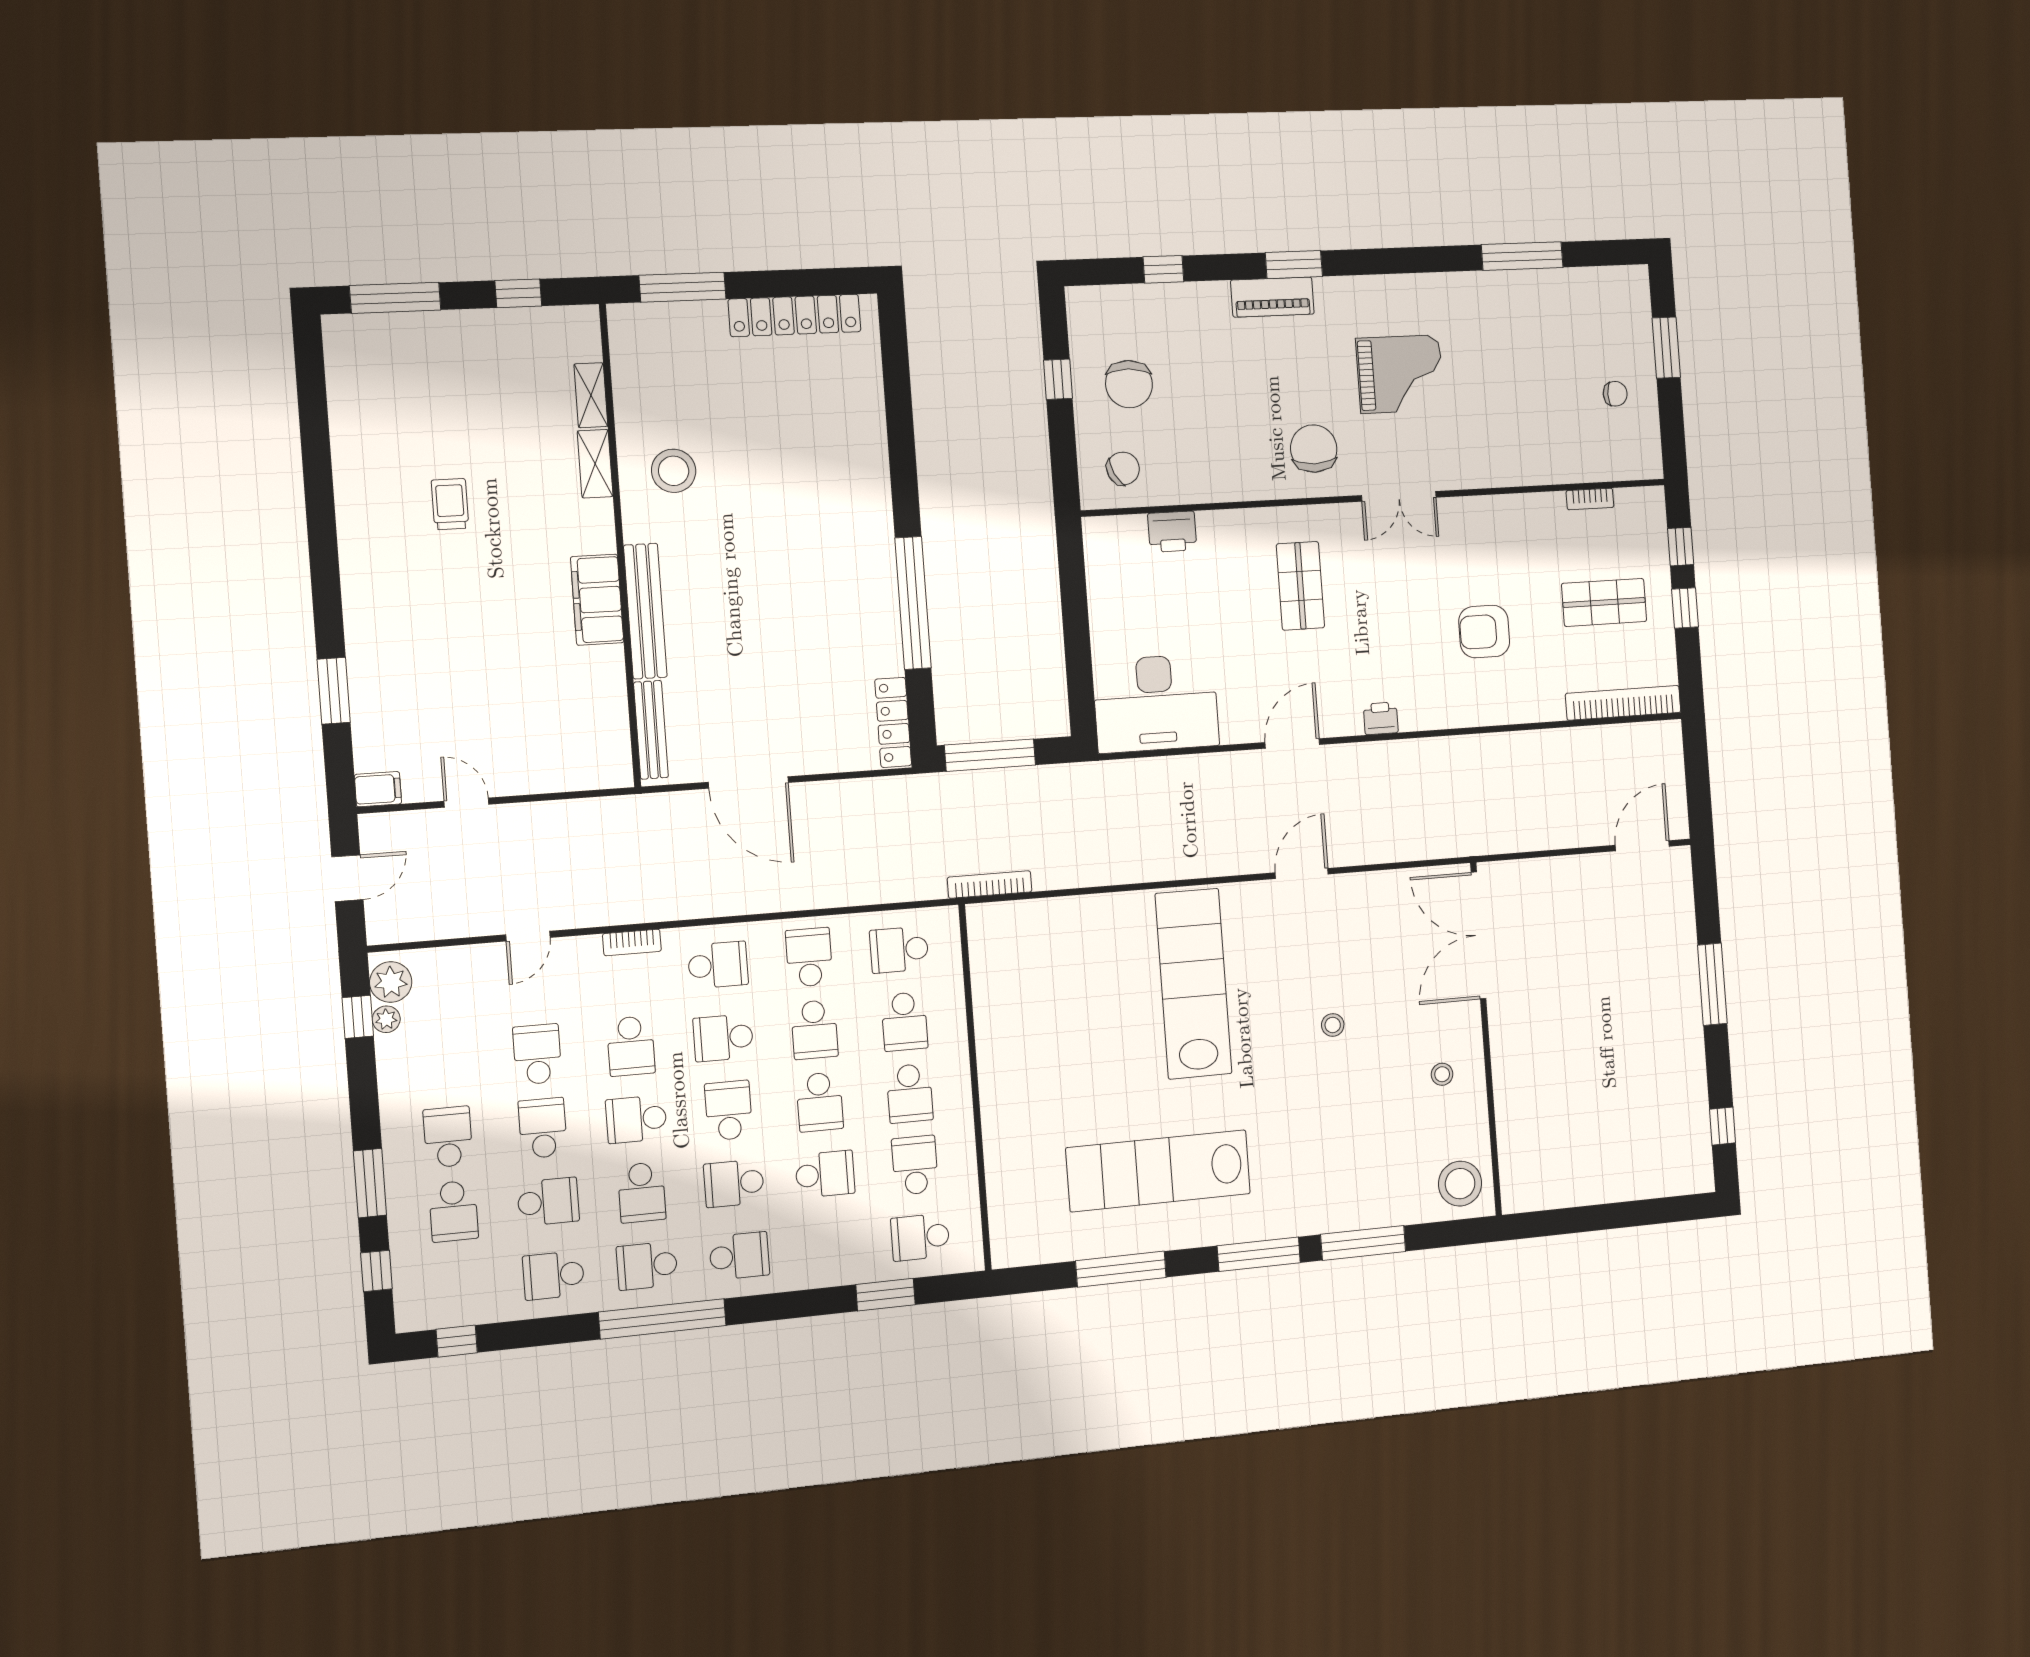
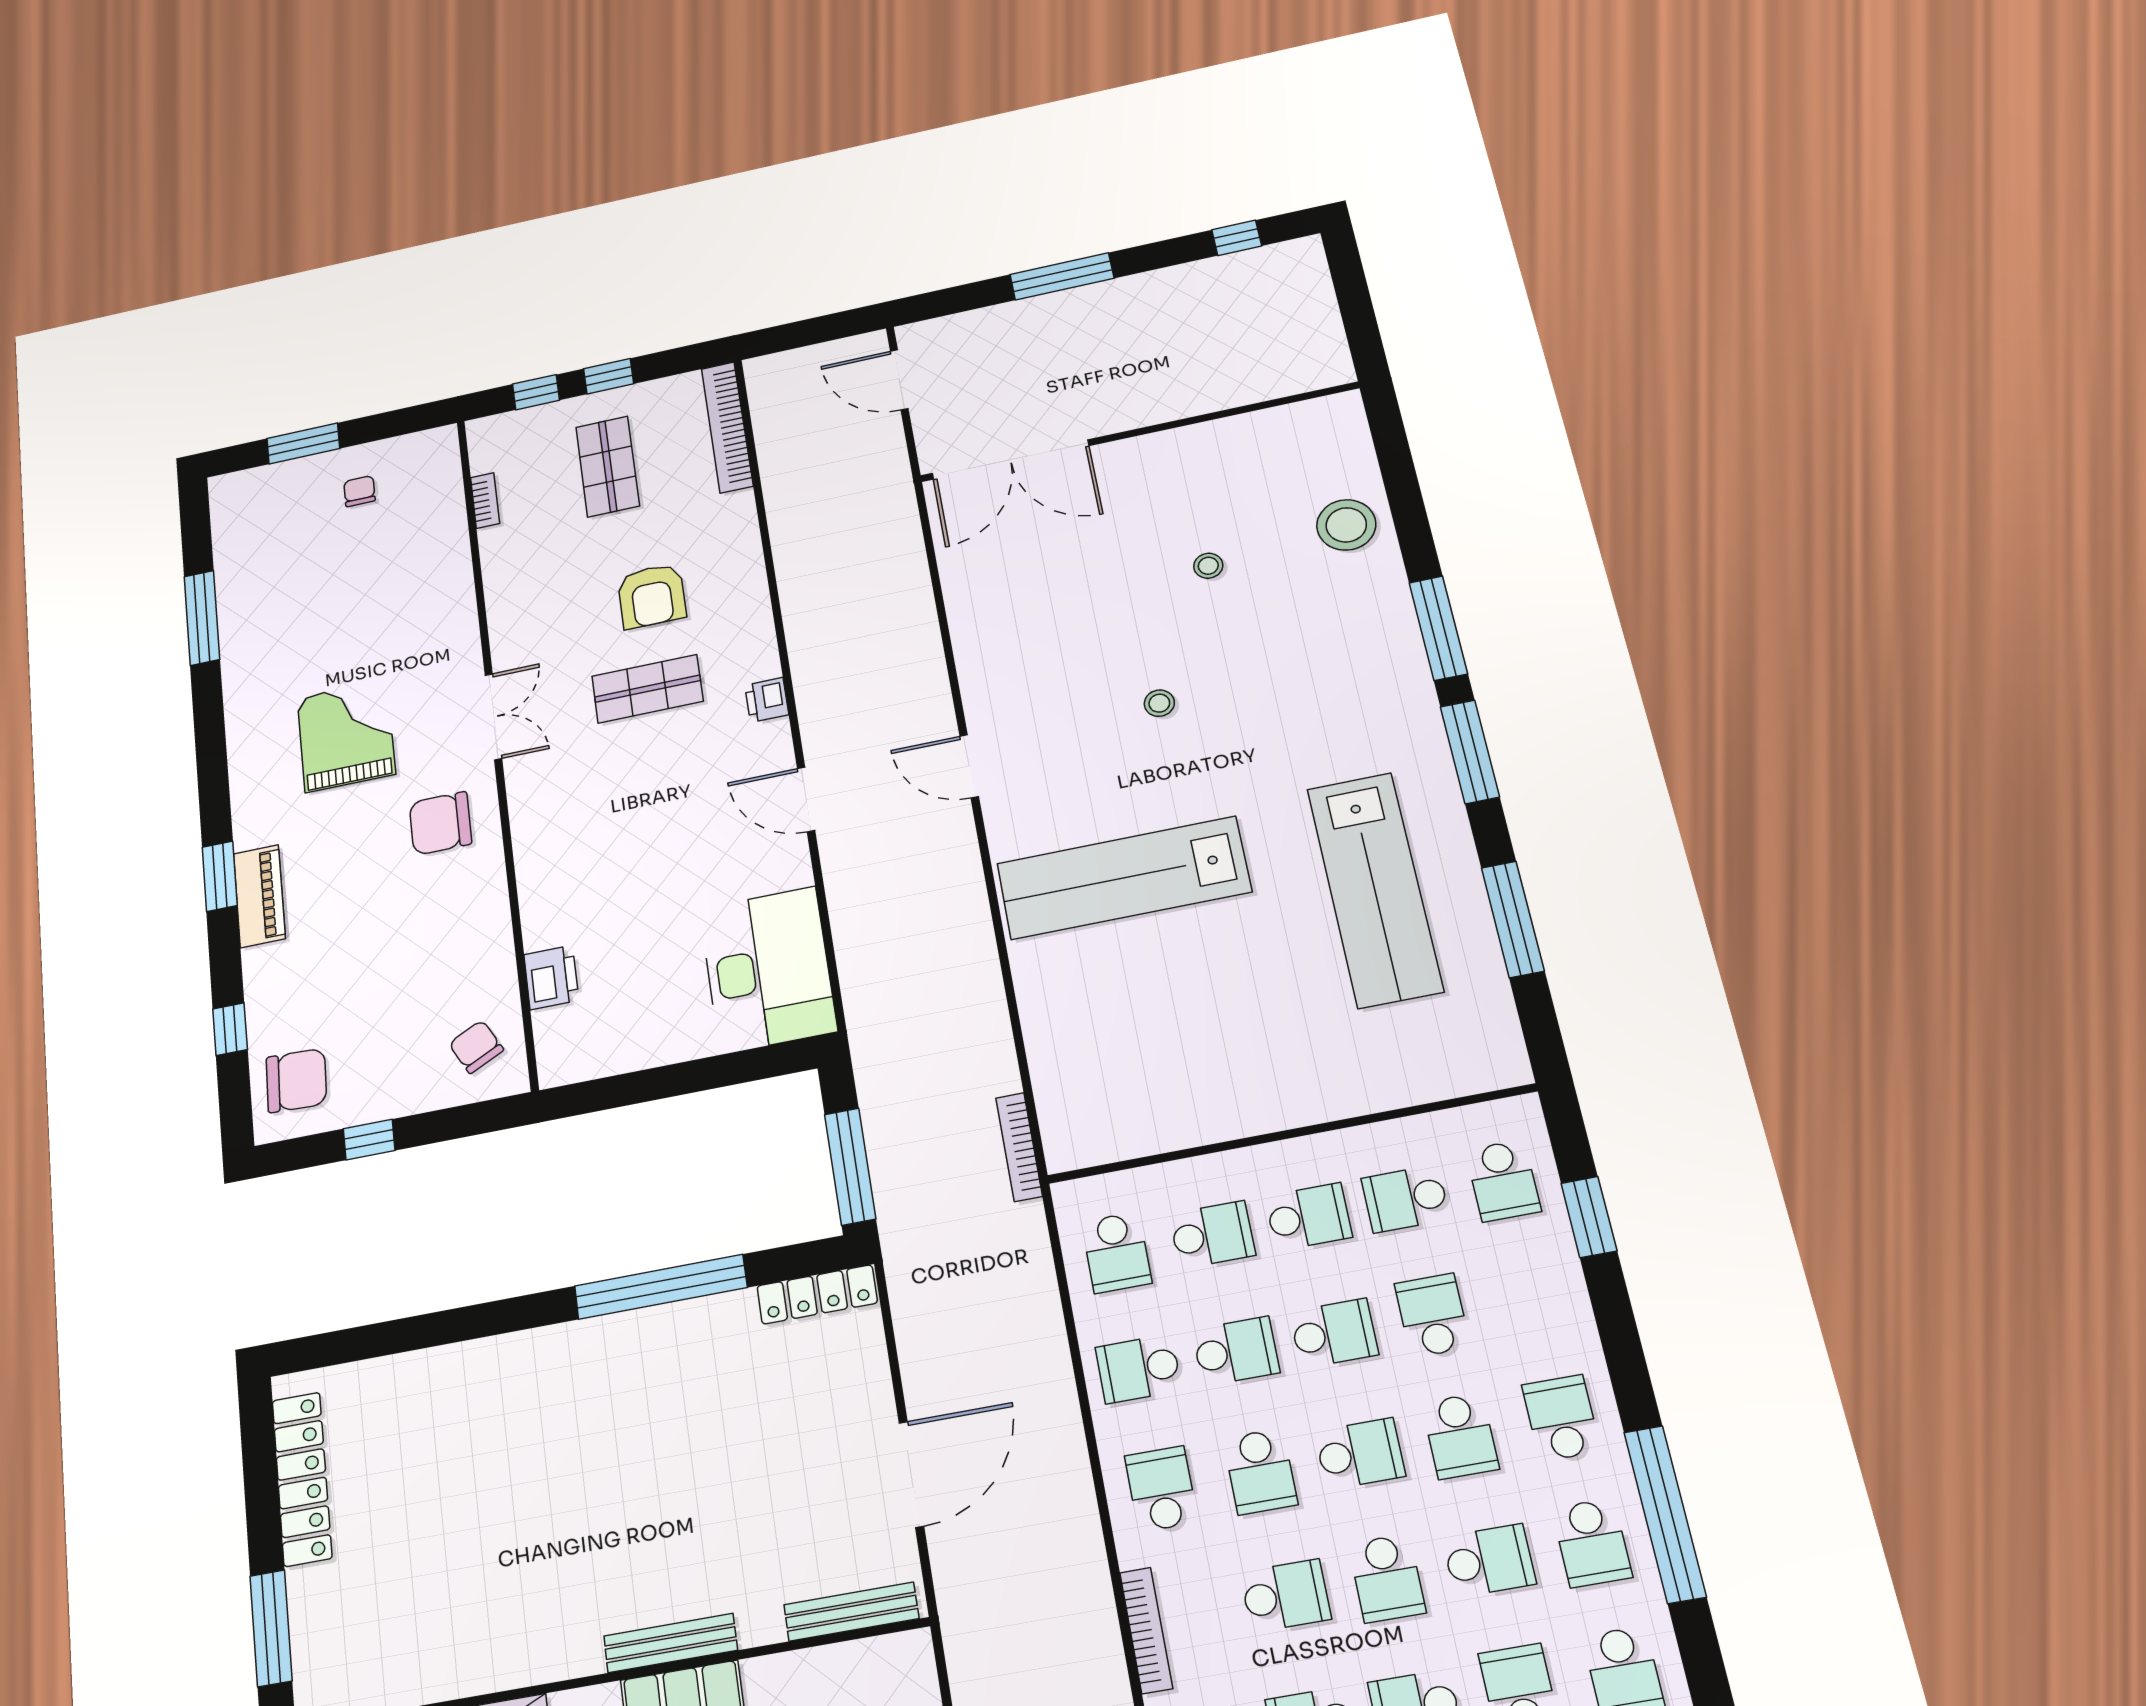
chair: (1129, 384) -> (296, 1080), moved
stool: (674, 471) -> (508, 1616), removed
shop shelf: (1300, 586) -> (648, 689), moved
bench: (645, 611) -> (671, 1643), width x0.73, depth x0.82
double door: (1479, 935) -> (1010, 460), moved
bookcase: (632, 942) -> (1146, 1630), width x1.56
wall: (1486, 1039) -> (1138, 432), moved
school desk: (729, 1110) -> (1360, 1454), turned 180

